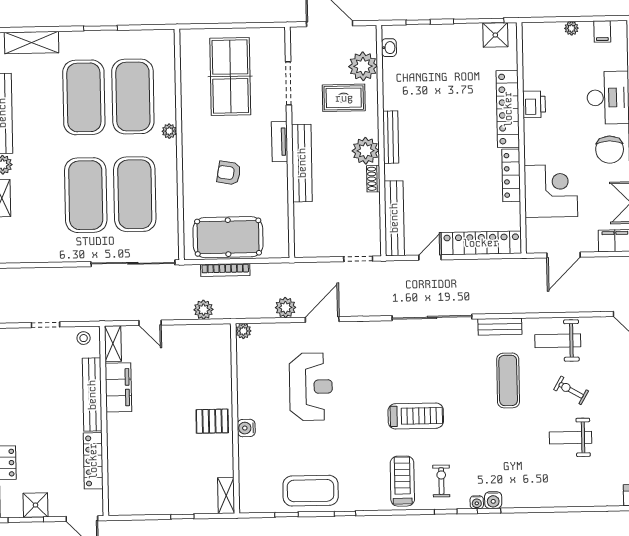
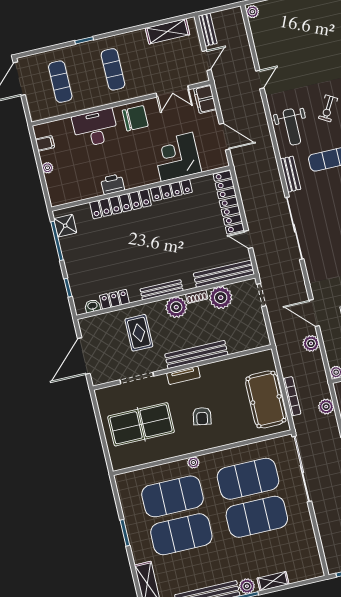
plant: (363, 66) -> (221, 298), moved
locker: (391, 76) -> (114, 299), added
armchair: (229, 173) -> (202, 416), moved

